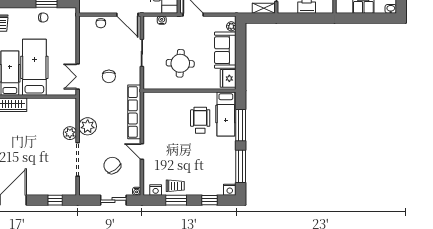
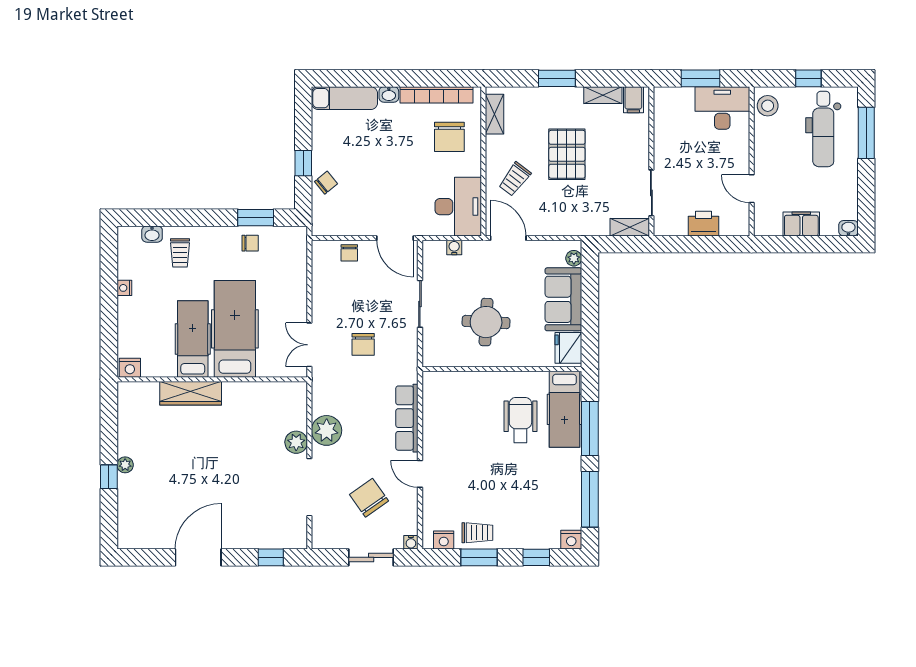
row of seats: (134, 112) -> (407, 418), width x0.73

